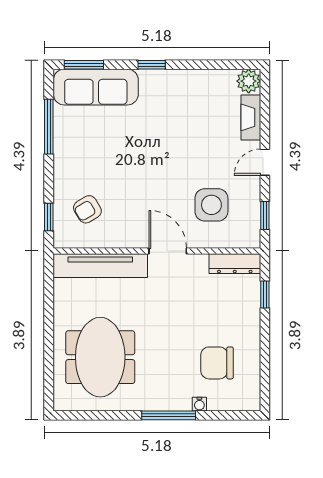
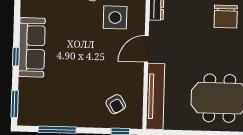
sofa: (96, 87) -> (32, 47), moved

